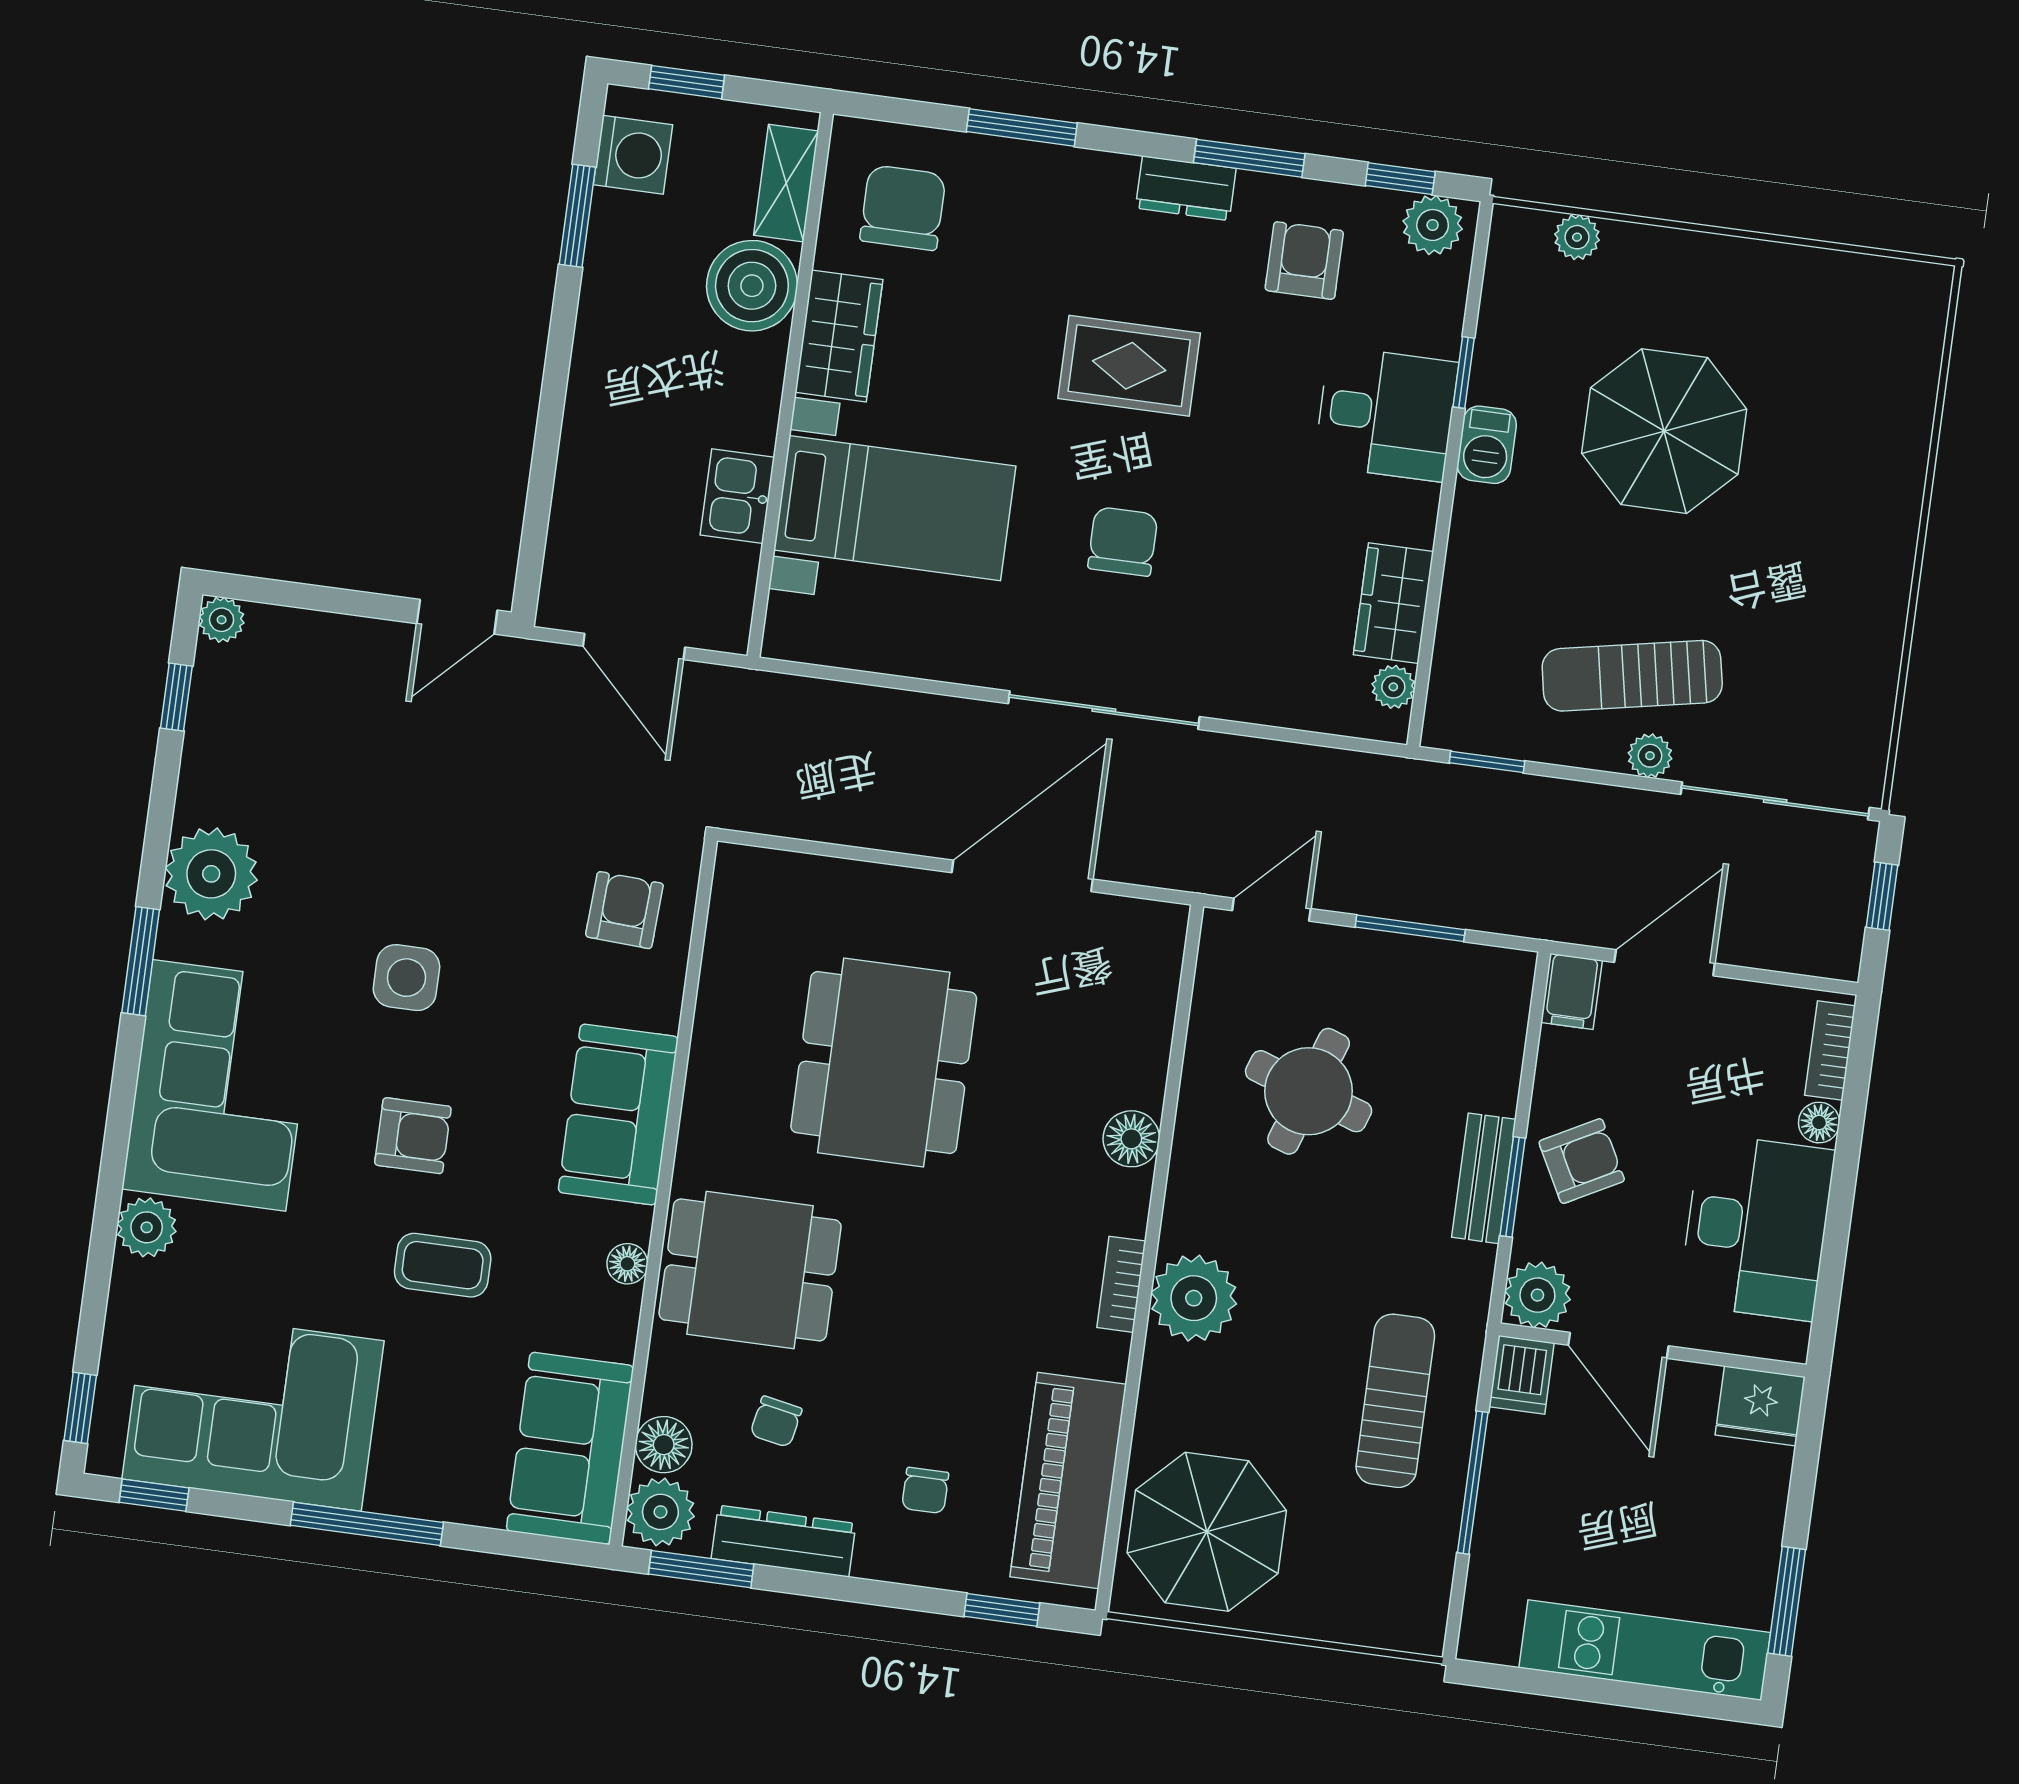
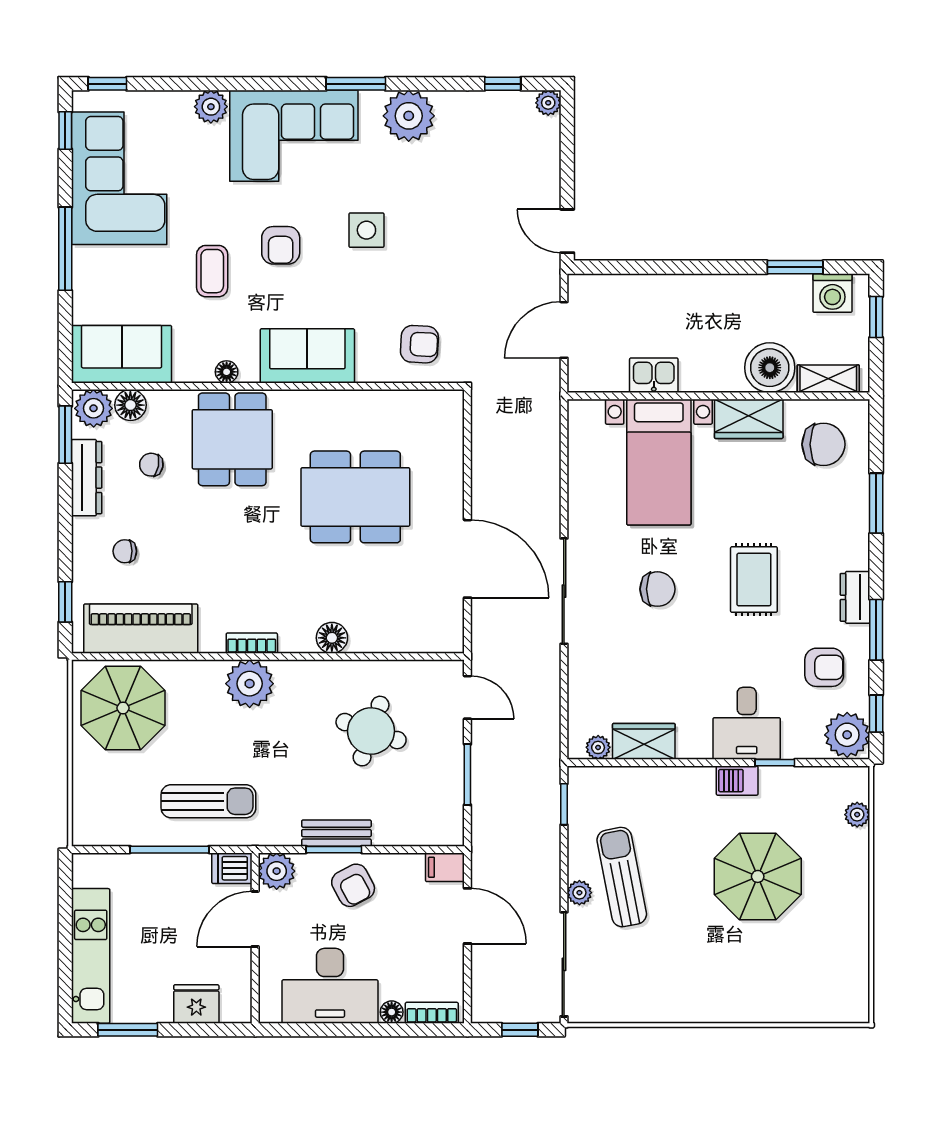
plant: (1433, 225) -> (847, 735), width x1.36, depth x1.36
fridge: (1760, 1406) -> (196, 1004), moved, turned 90

